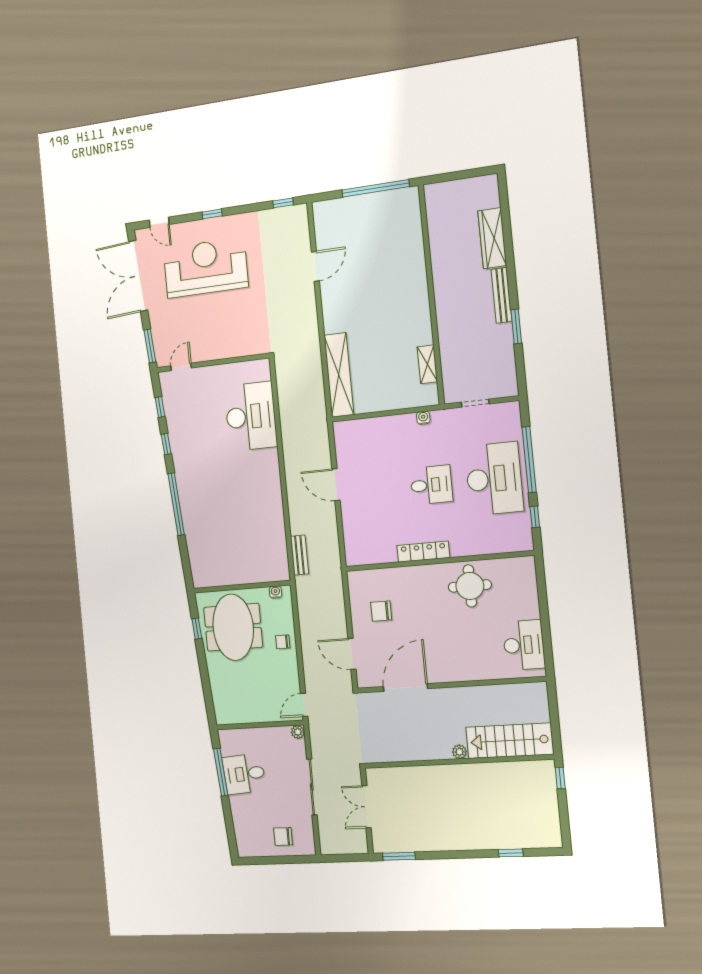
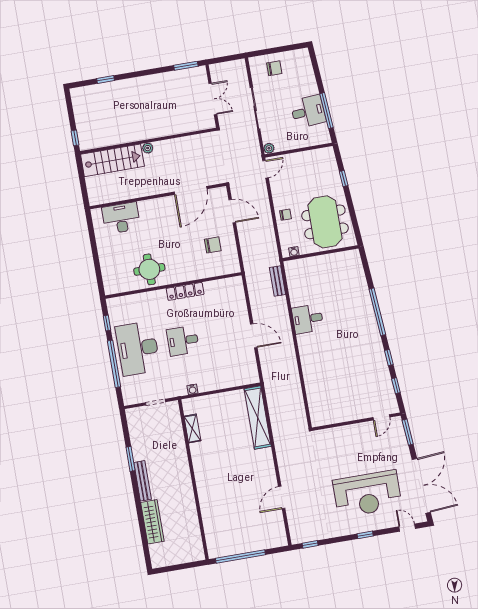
desk: (251, 416) -> (308, 319), moved, width x0.53, depth x0.77
window: (197, 629) -> (344, 178), moved
desk: (524, 645) -> (121, 218), moved, turned 90

